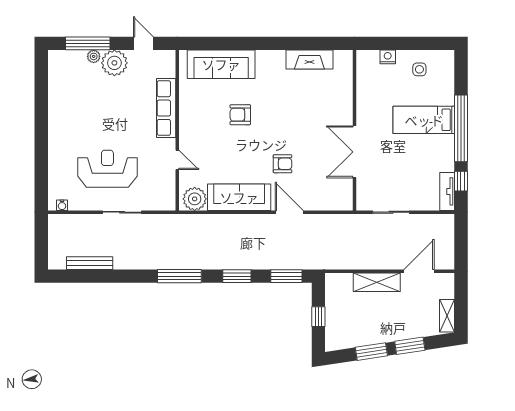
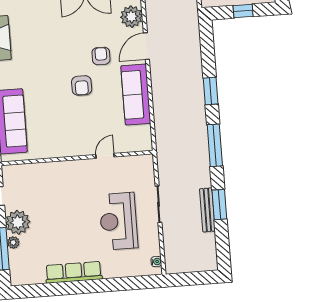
row of seats: (166, 108) -> (74, 272), moved, turned 180
armchair: (240, 115) -> (82, 85), moved
plant: (195, 199) -> (131, 17), moved
bench: (90, 263) -> (207, 210), moved
window: (286, 276) -> (219, 205), moved

